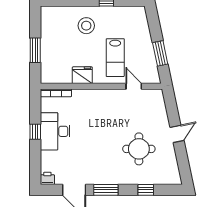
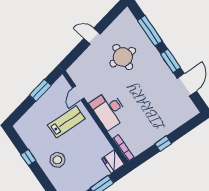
fridge: (82, 75) -> (113, 161), moved
desk: (55, 131) -> (109, 110), moved, turned 90
printer: (47, 178) -> (192, 111), removed
window: (146, 190) -> (150, 31), width x2.17

